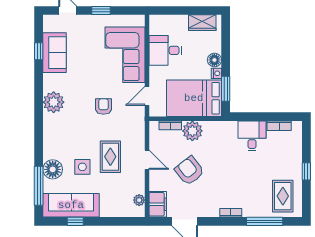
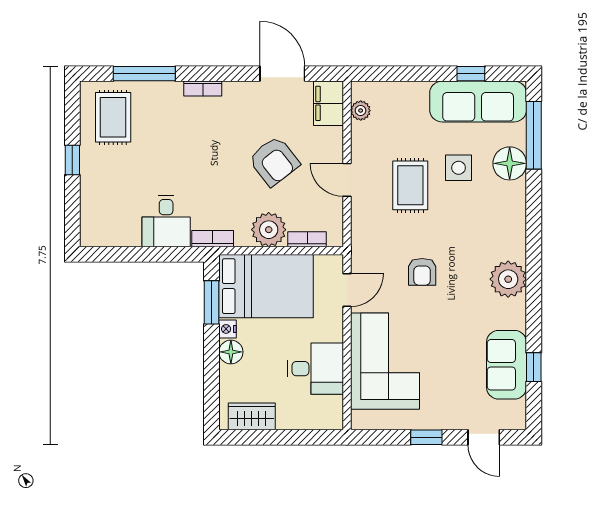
bookcase: (279, 126) -> (213, 239), moved

